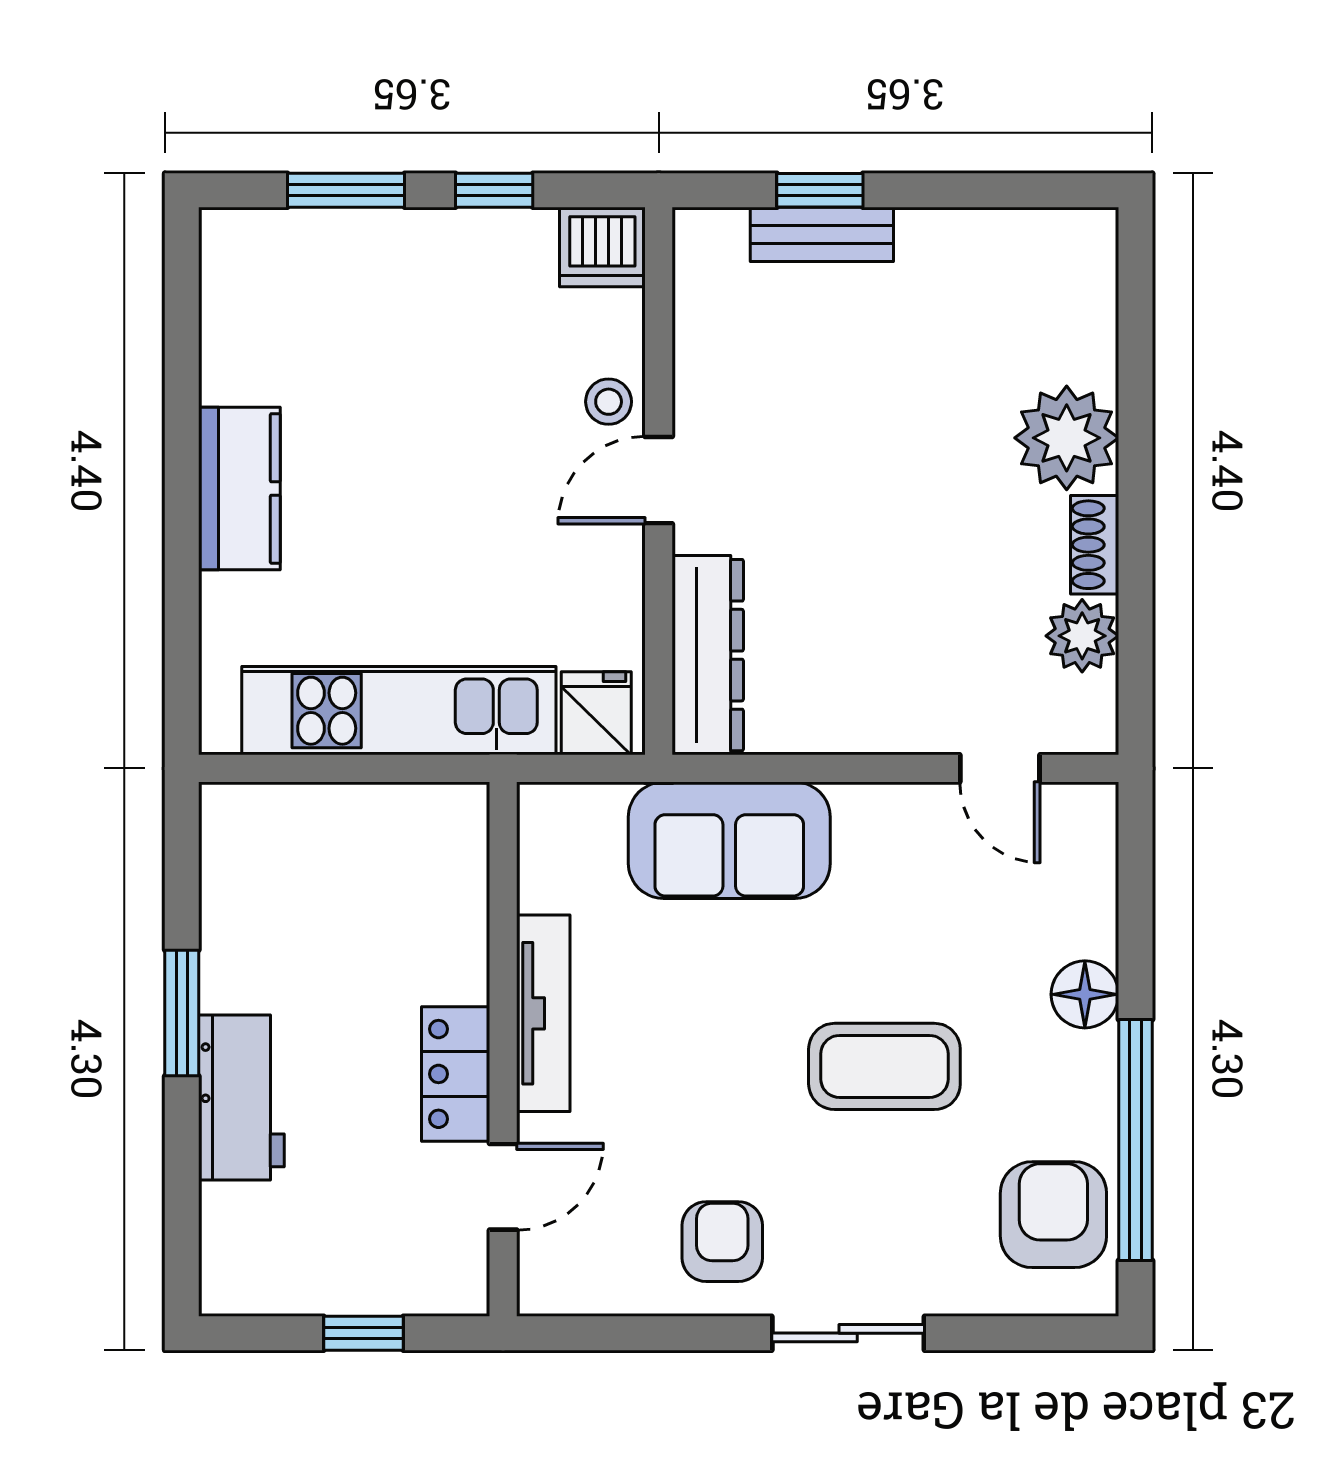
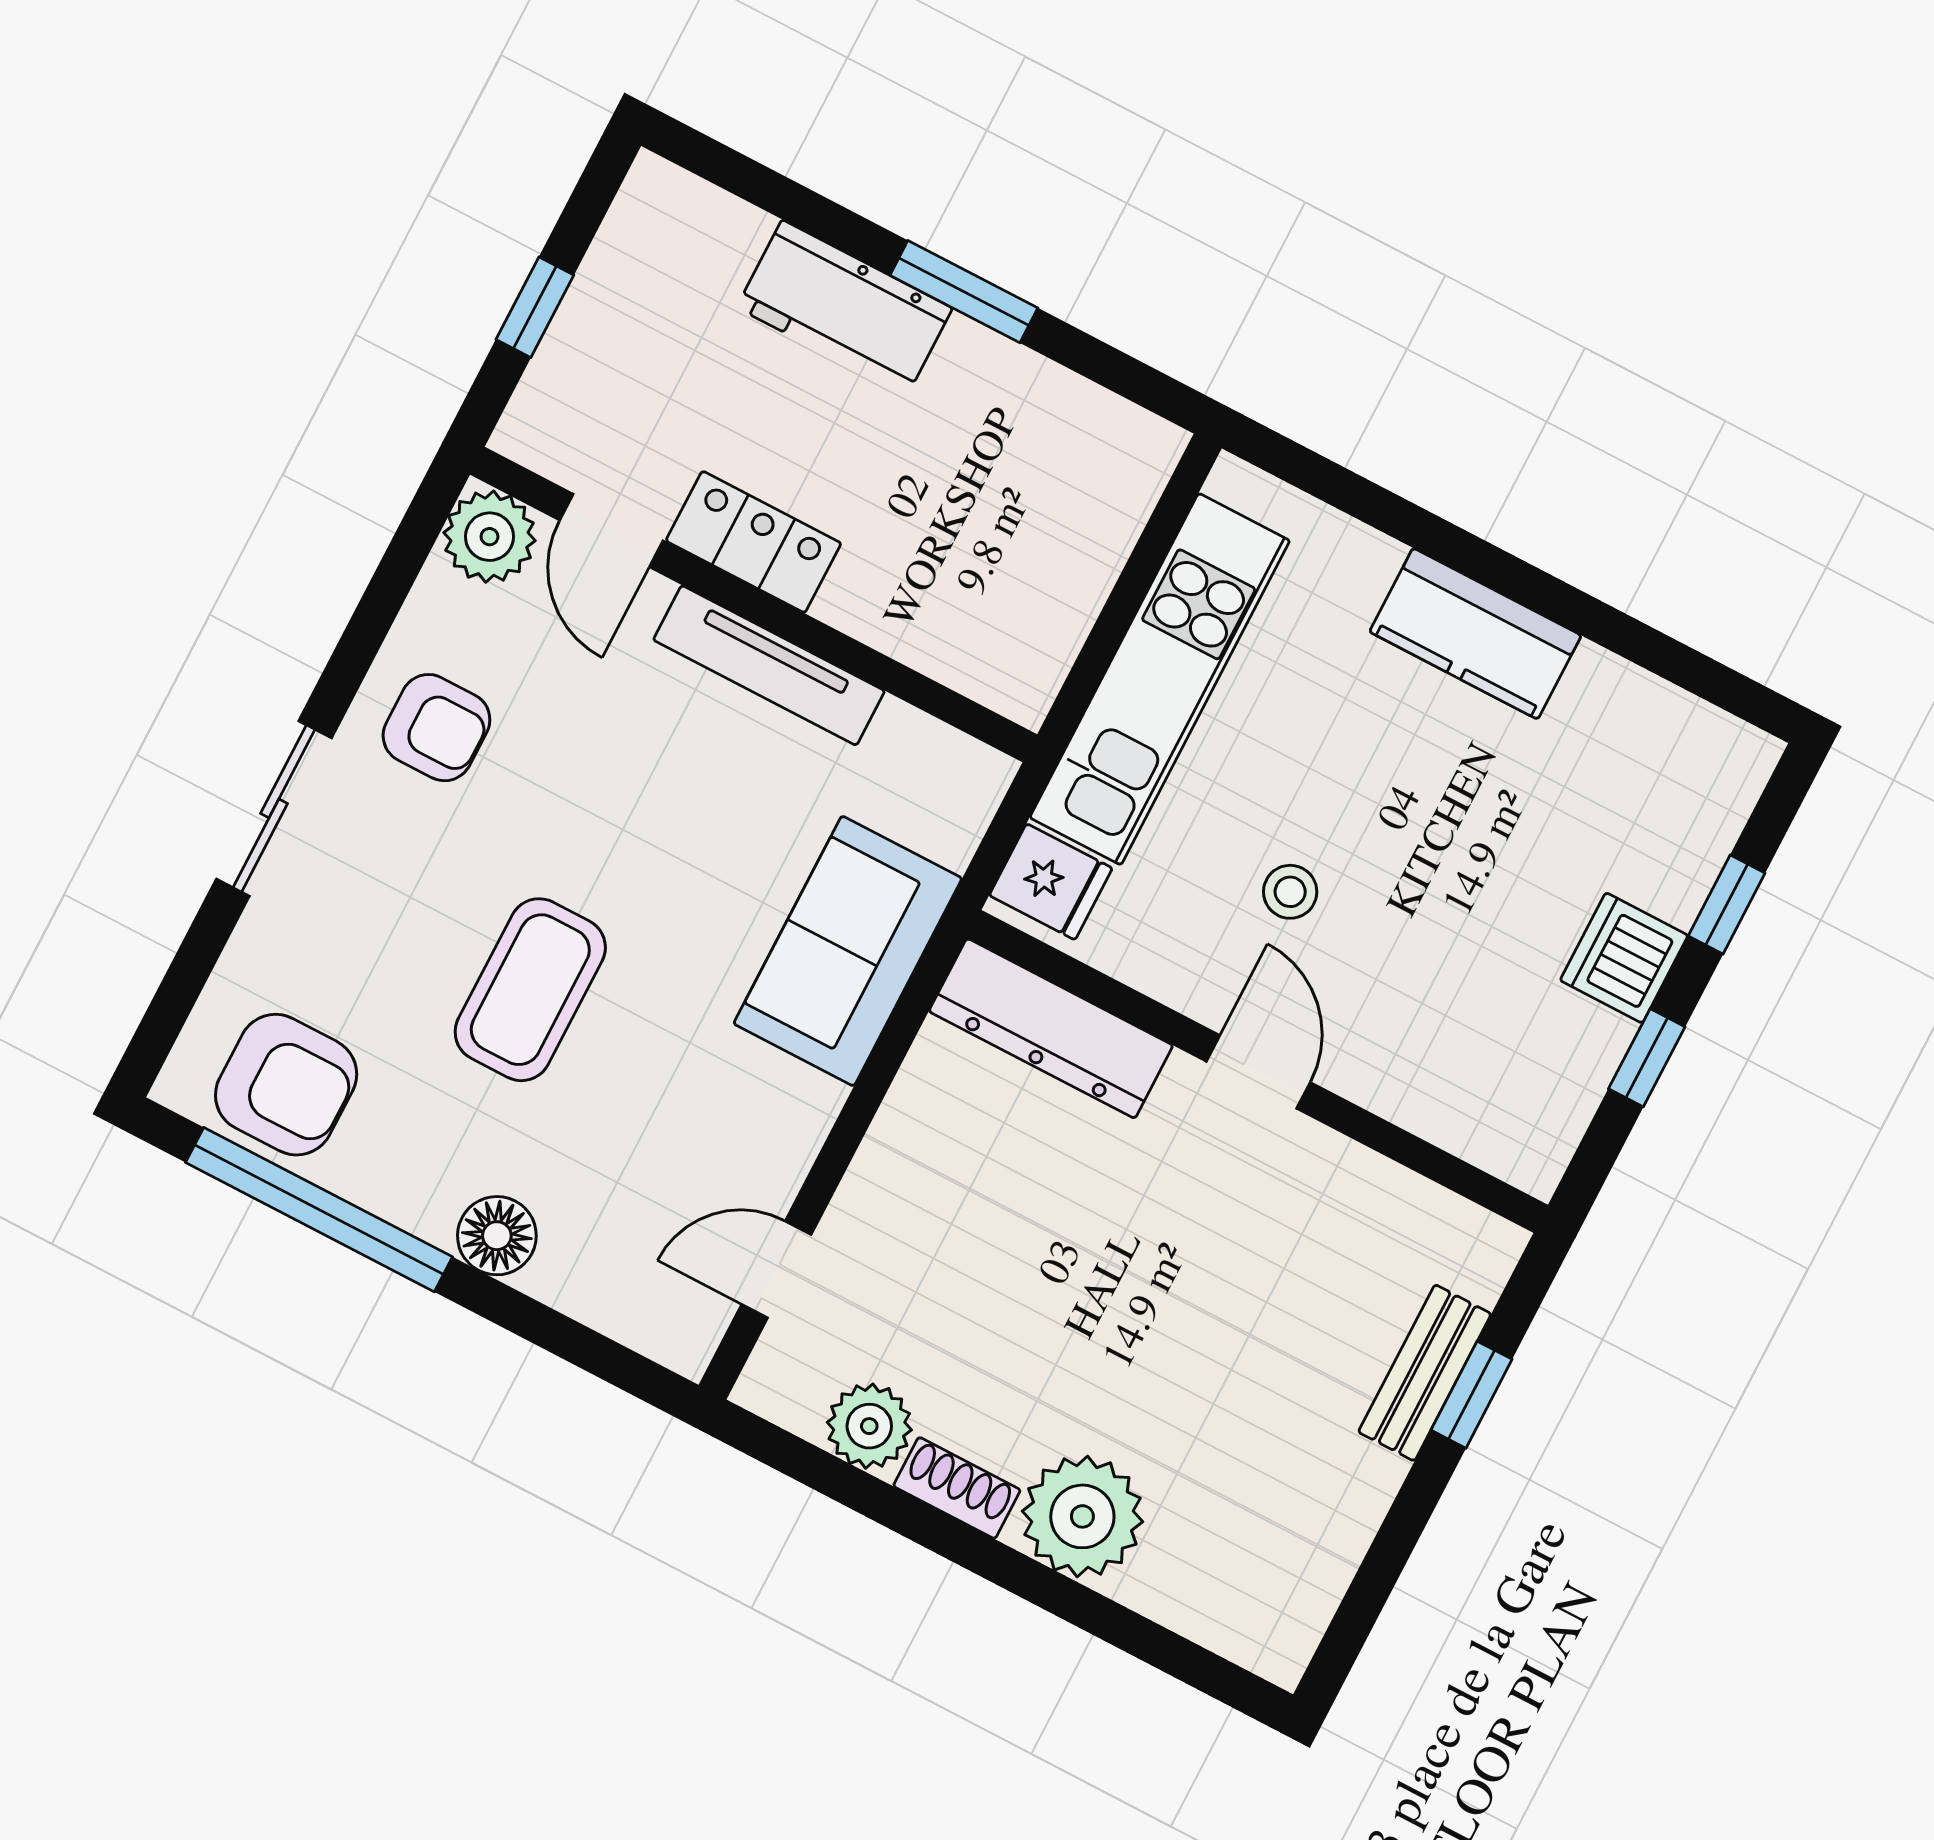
window: (346, 190) -> (1727, 905), width x0.67
dishwasher: (602, 247) -> (1624, 958), moved
stool: (609, 402) -> (1290, 892), moved
plant: (556, 1277) -> (490, 537), added

